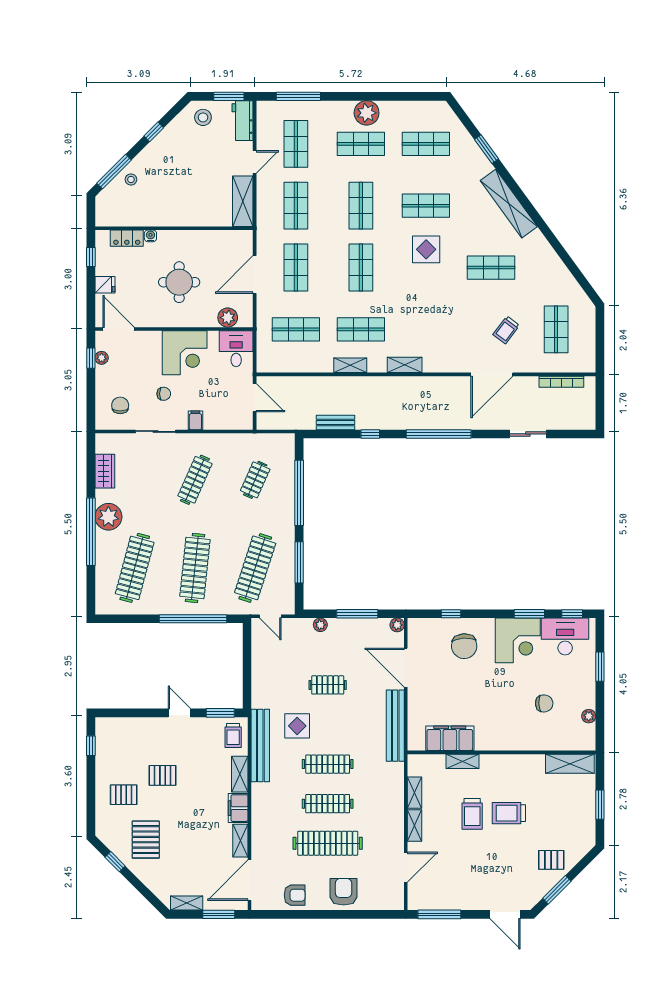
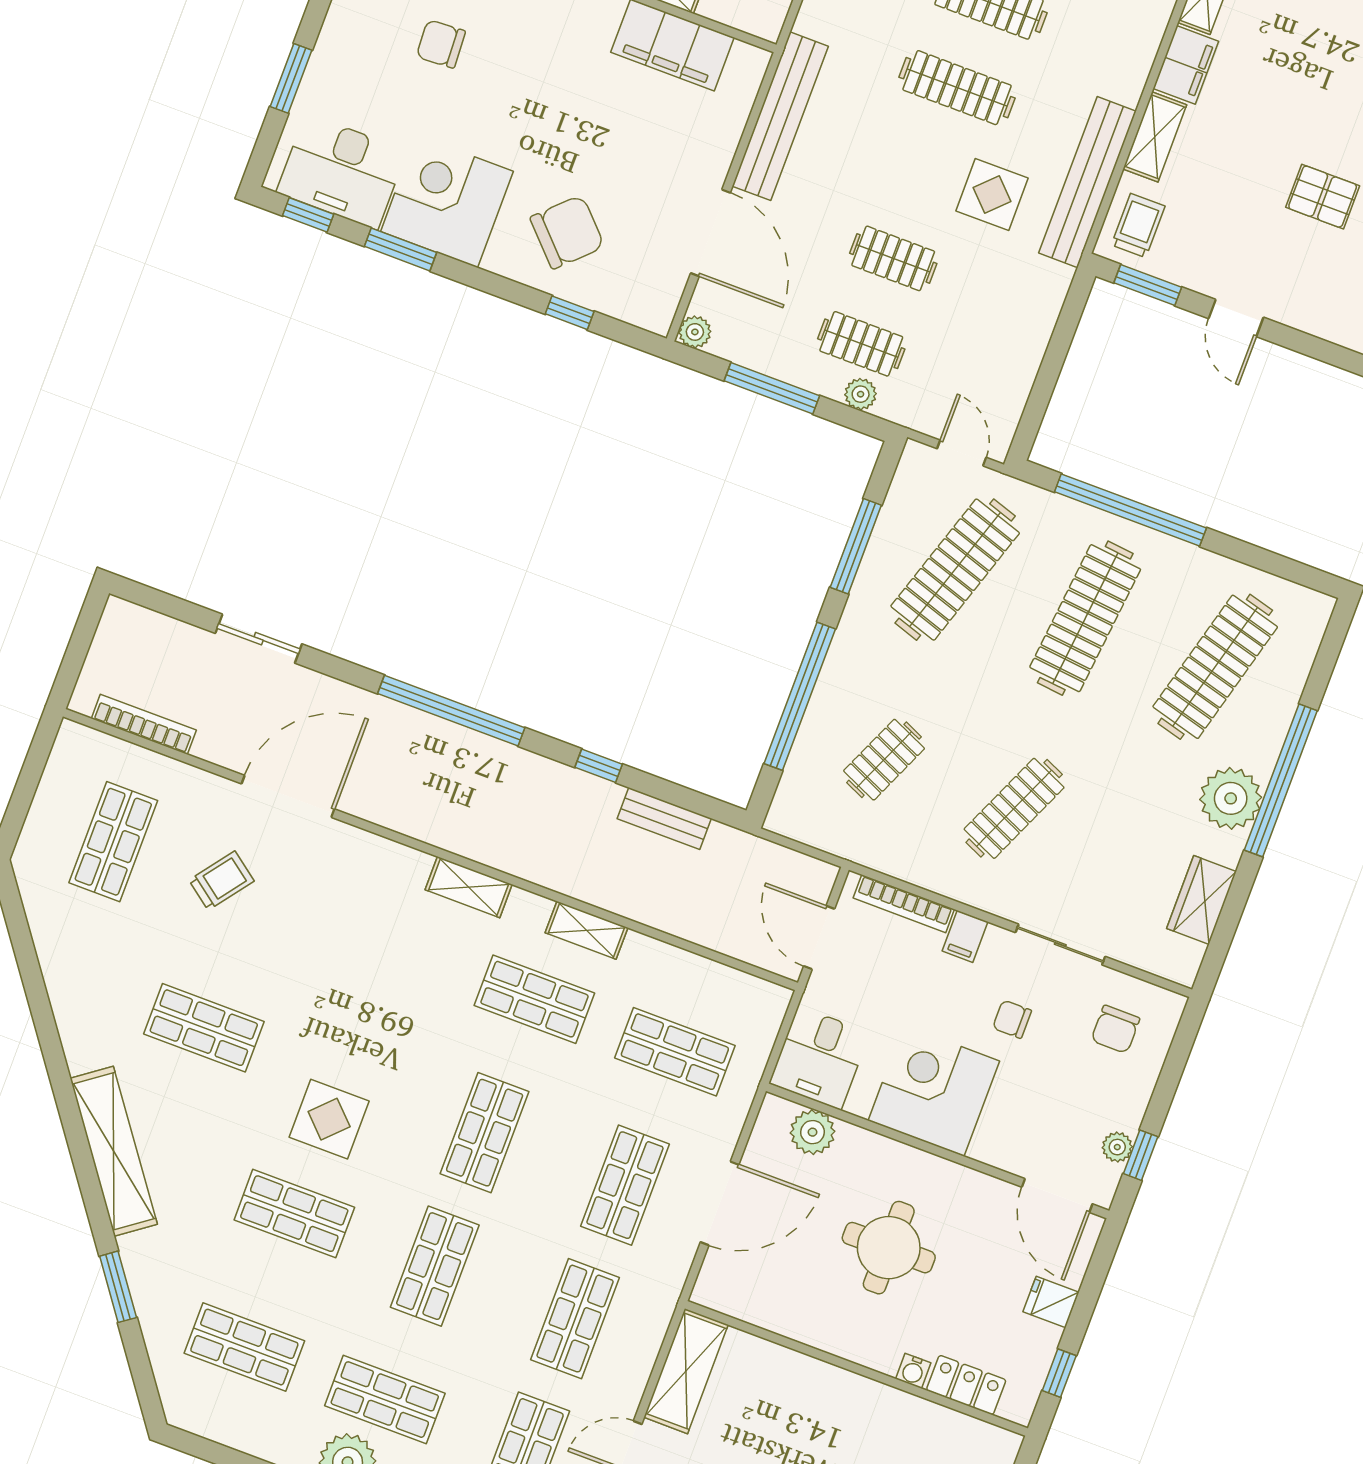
bookcase: (225, 424) -> (904, 904), added
clothes rail: (328, 645) -> (861, 344), added
chair: (464, 646) -> (567, 232), turned 49

